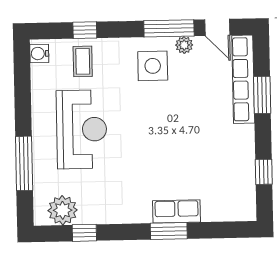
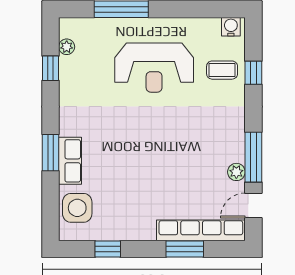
side table: (153, 66) -> (77, 208), moved
plant: (63, 210) -> (67, 47), width x0.53, depth x0.53

